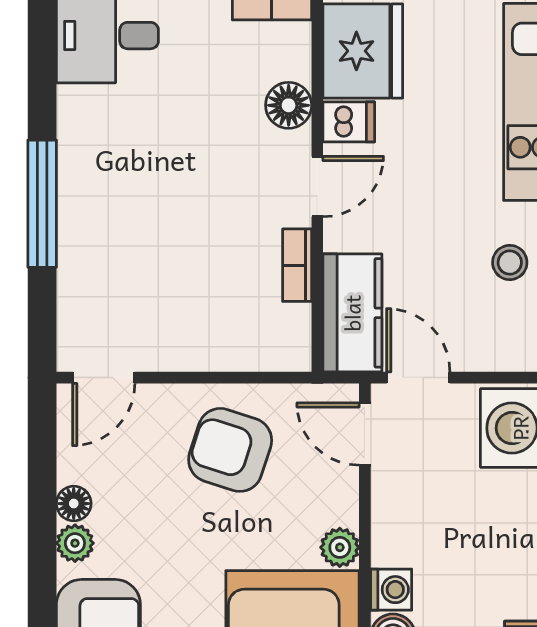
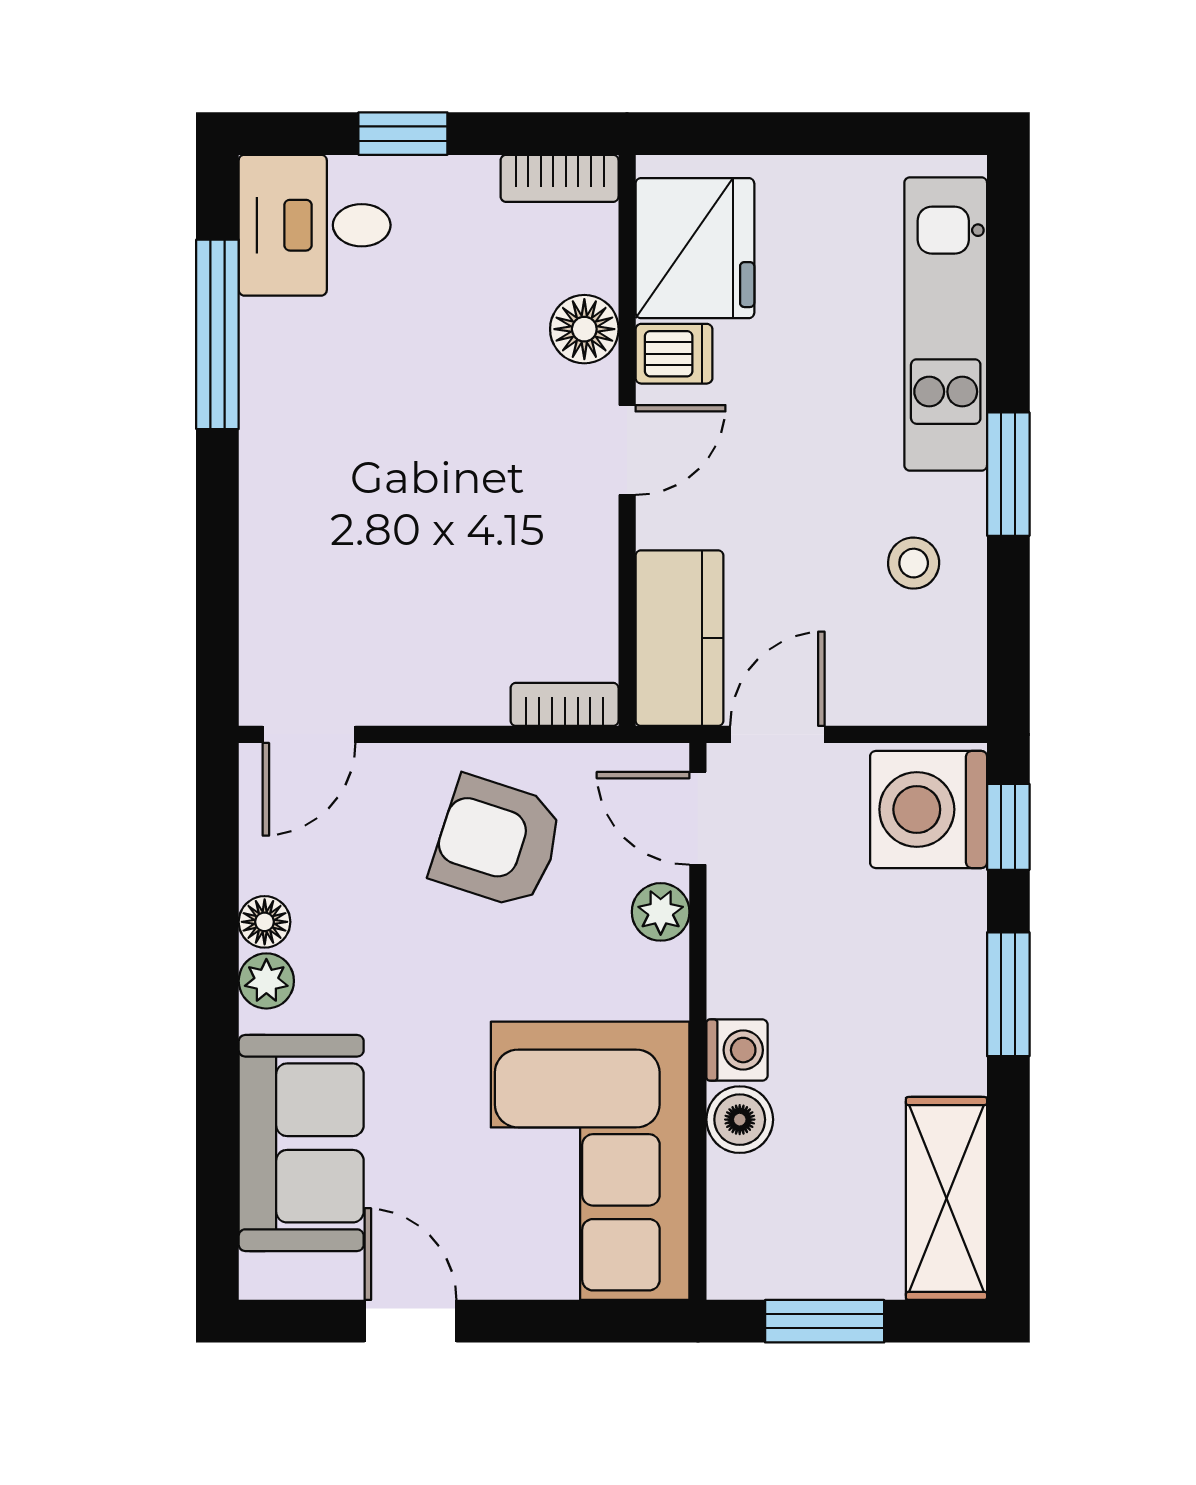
window: (42, 204) -> (217, 334), moved
bookcase: (297, 265) -> (565, 704), moved, turned 90
door: (418, 378) -> (777, 734), hinge flipped
plant: (340, 547) -> (661, 912), moved

